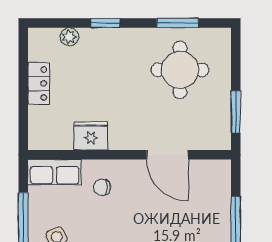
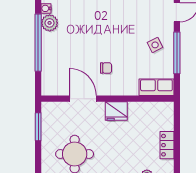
fridge: (91, 136) -> (116, 111), moved
chair: (102, 187) -> (106, 68), moved

